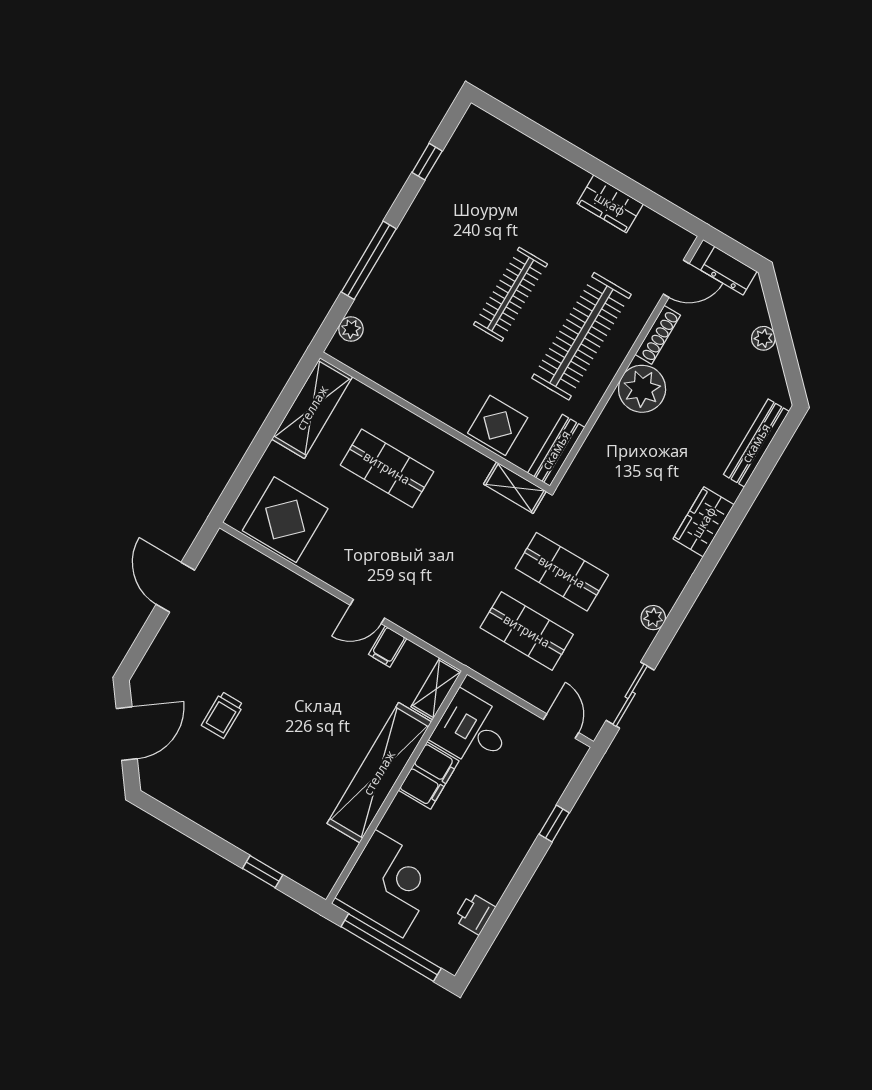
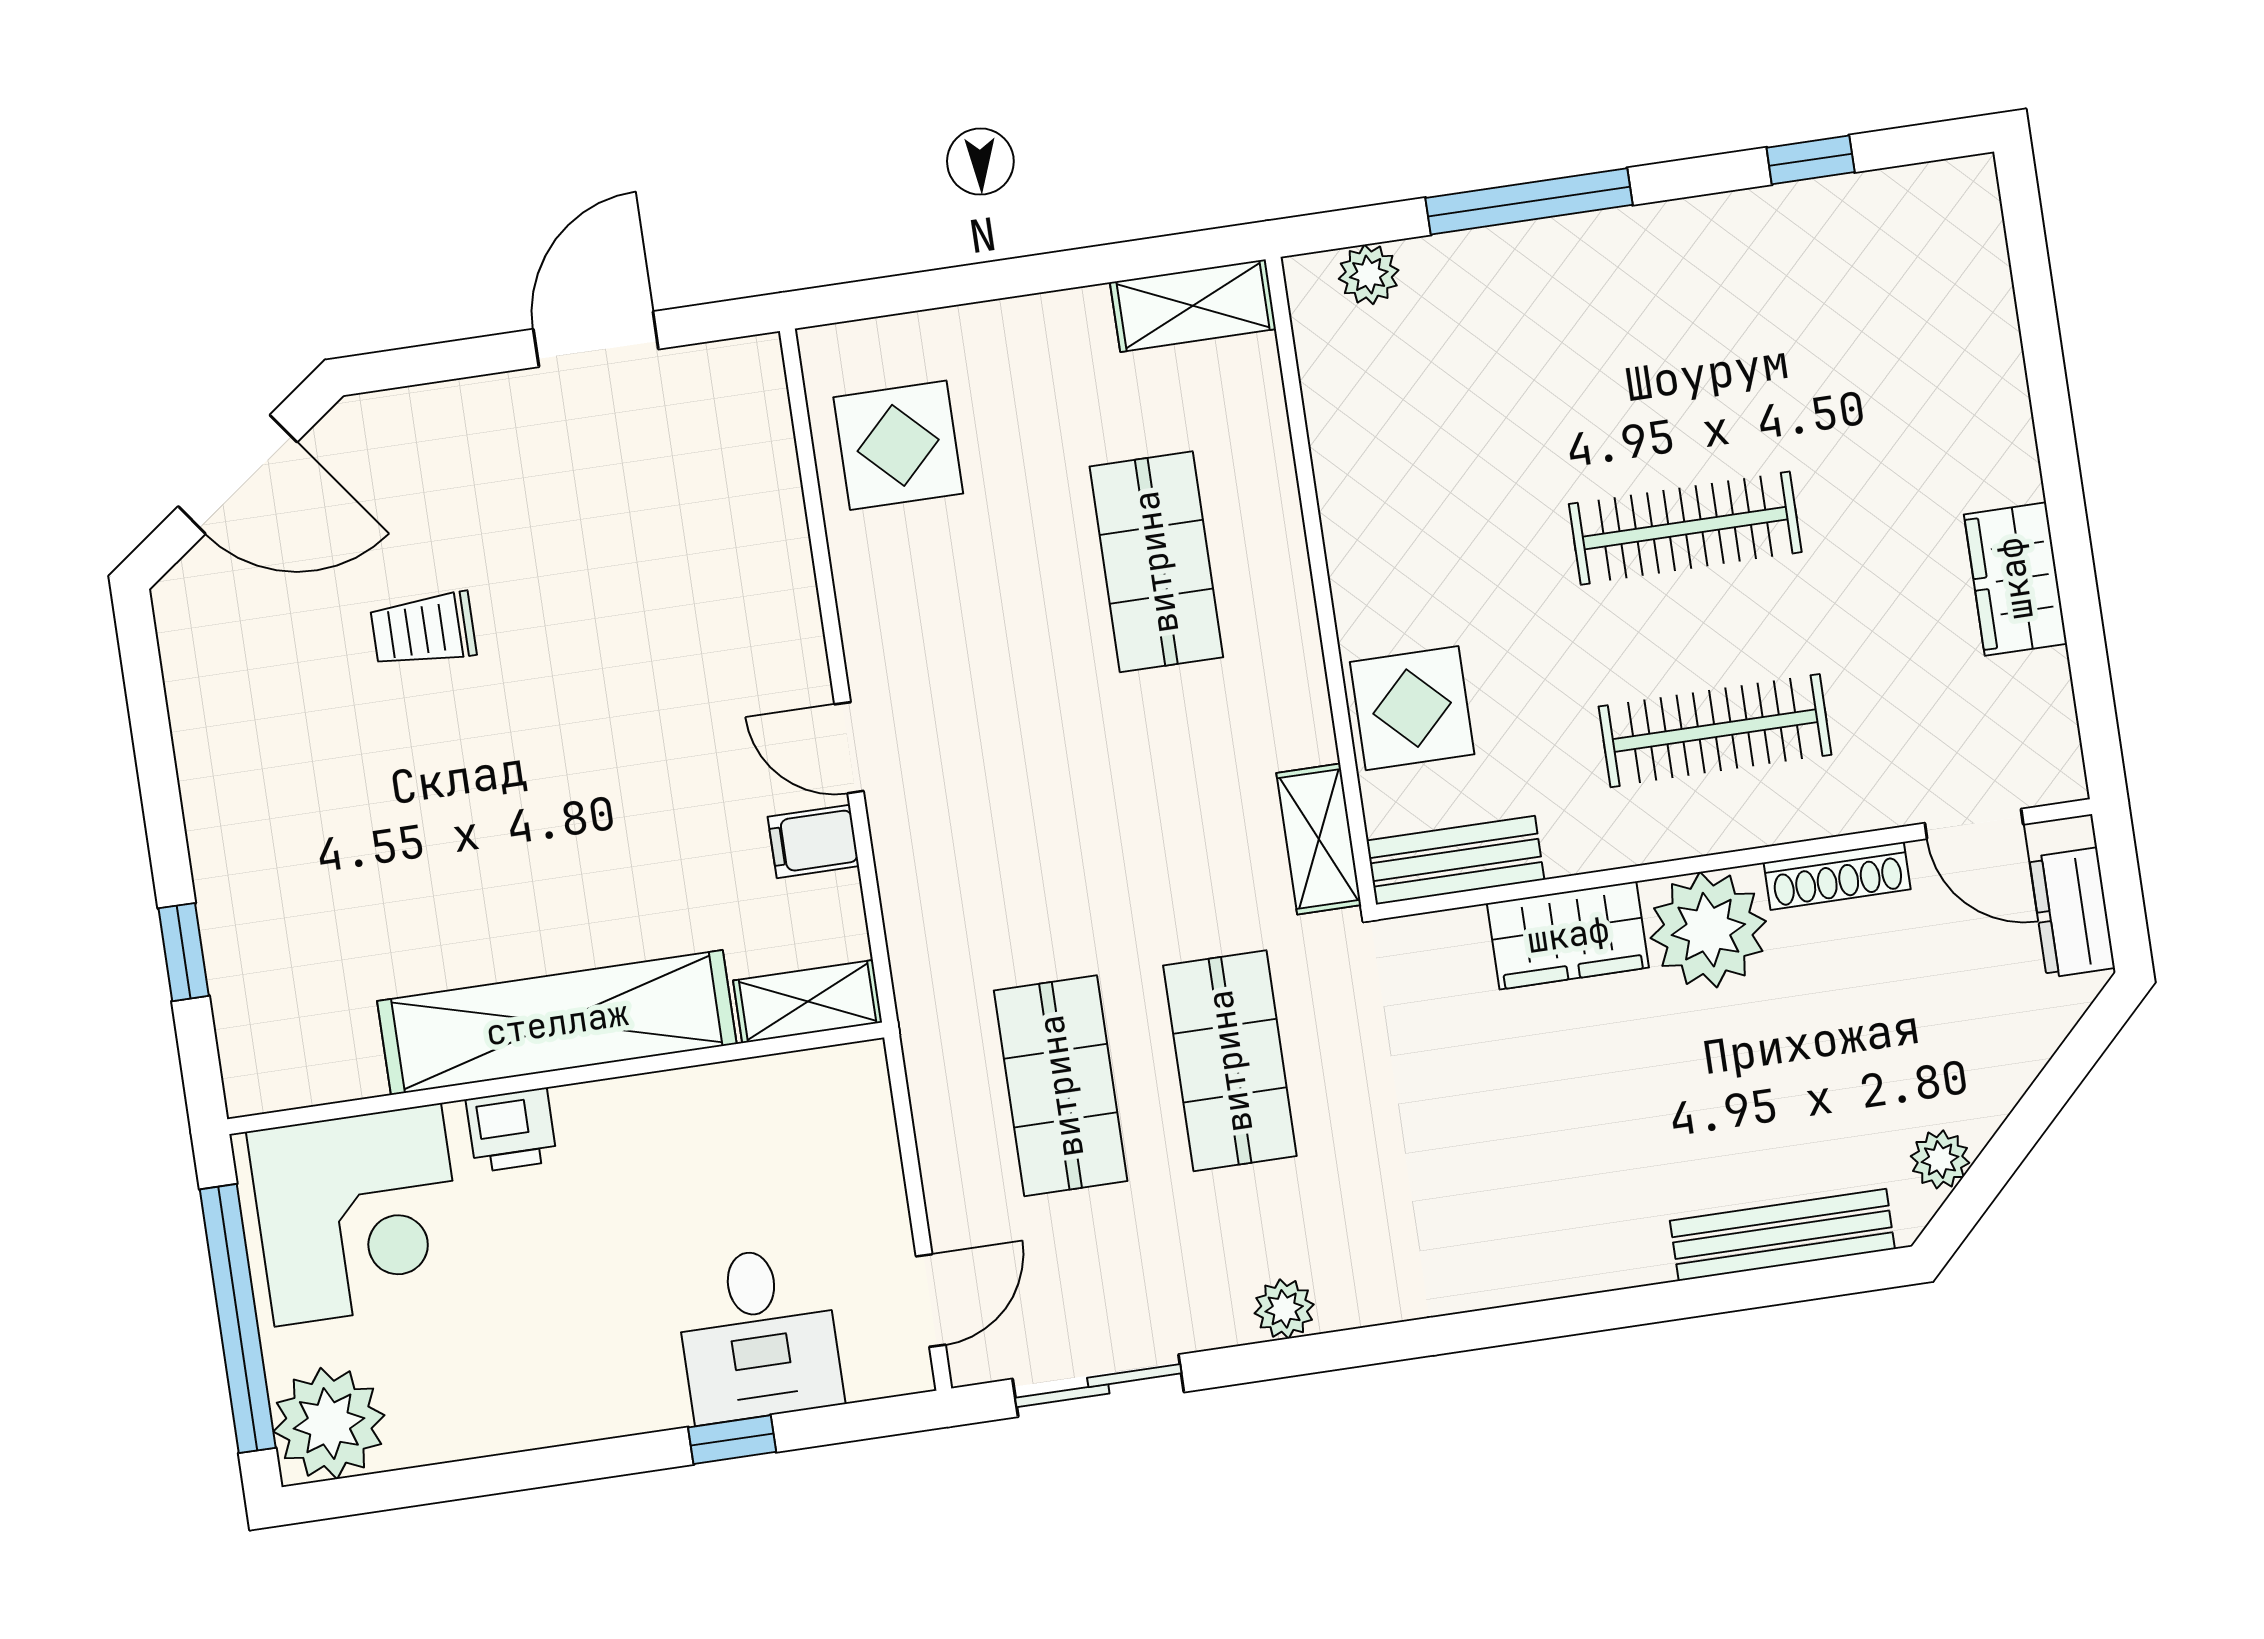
clothes rail: (581, 336) -> (1715, 731), width x0.73, depth x0.76
plant: (763, 338) -> (1940, 1159), moved
shelving: (312, 408) -> (1193, 306), width x0.67, depth x0.75
display table: (285, 520) -> (898, 445), width x0.73, depth x0.73
wardrobe: (704, 522) -> (1568, 935), moved, turned 180
desk: (472, 730) -> (758, 1334), moved, turned 180
filing cabinet: (429, 776) -> (629, 1122), removed
printer: (475, 914) -> (511, 1130), moved, turned 180
plant: (447, 946) -> (329, 1423), added

